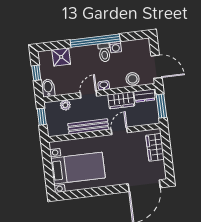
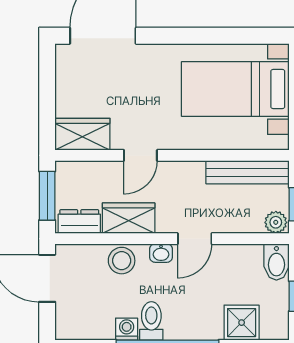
stool: (133, 79) -> (122, 261), moved
plant: (65, 105) -> (276, 222), moved
bench: (88, 126) -> (247, 172), moved
wardrobe: (155, 147) -> (82, 134), moved, turned -90

